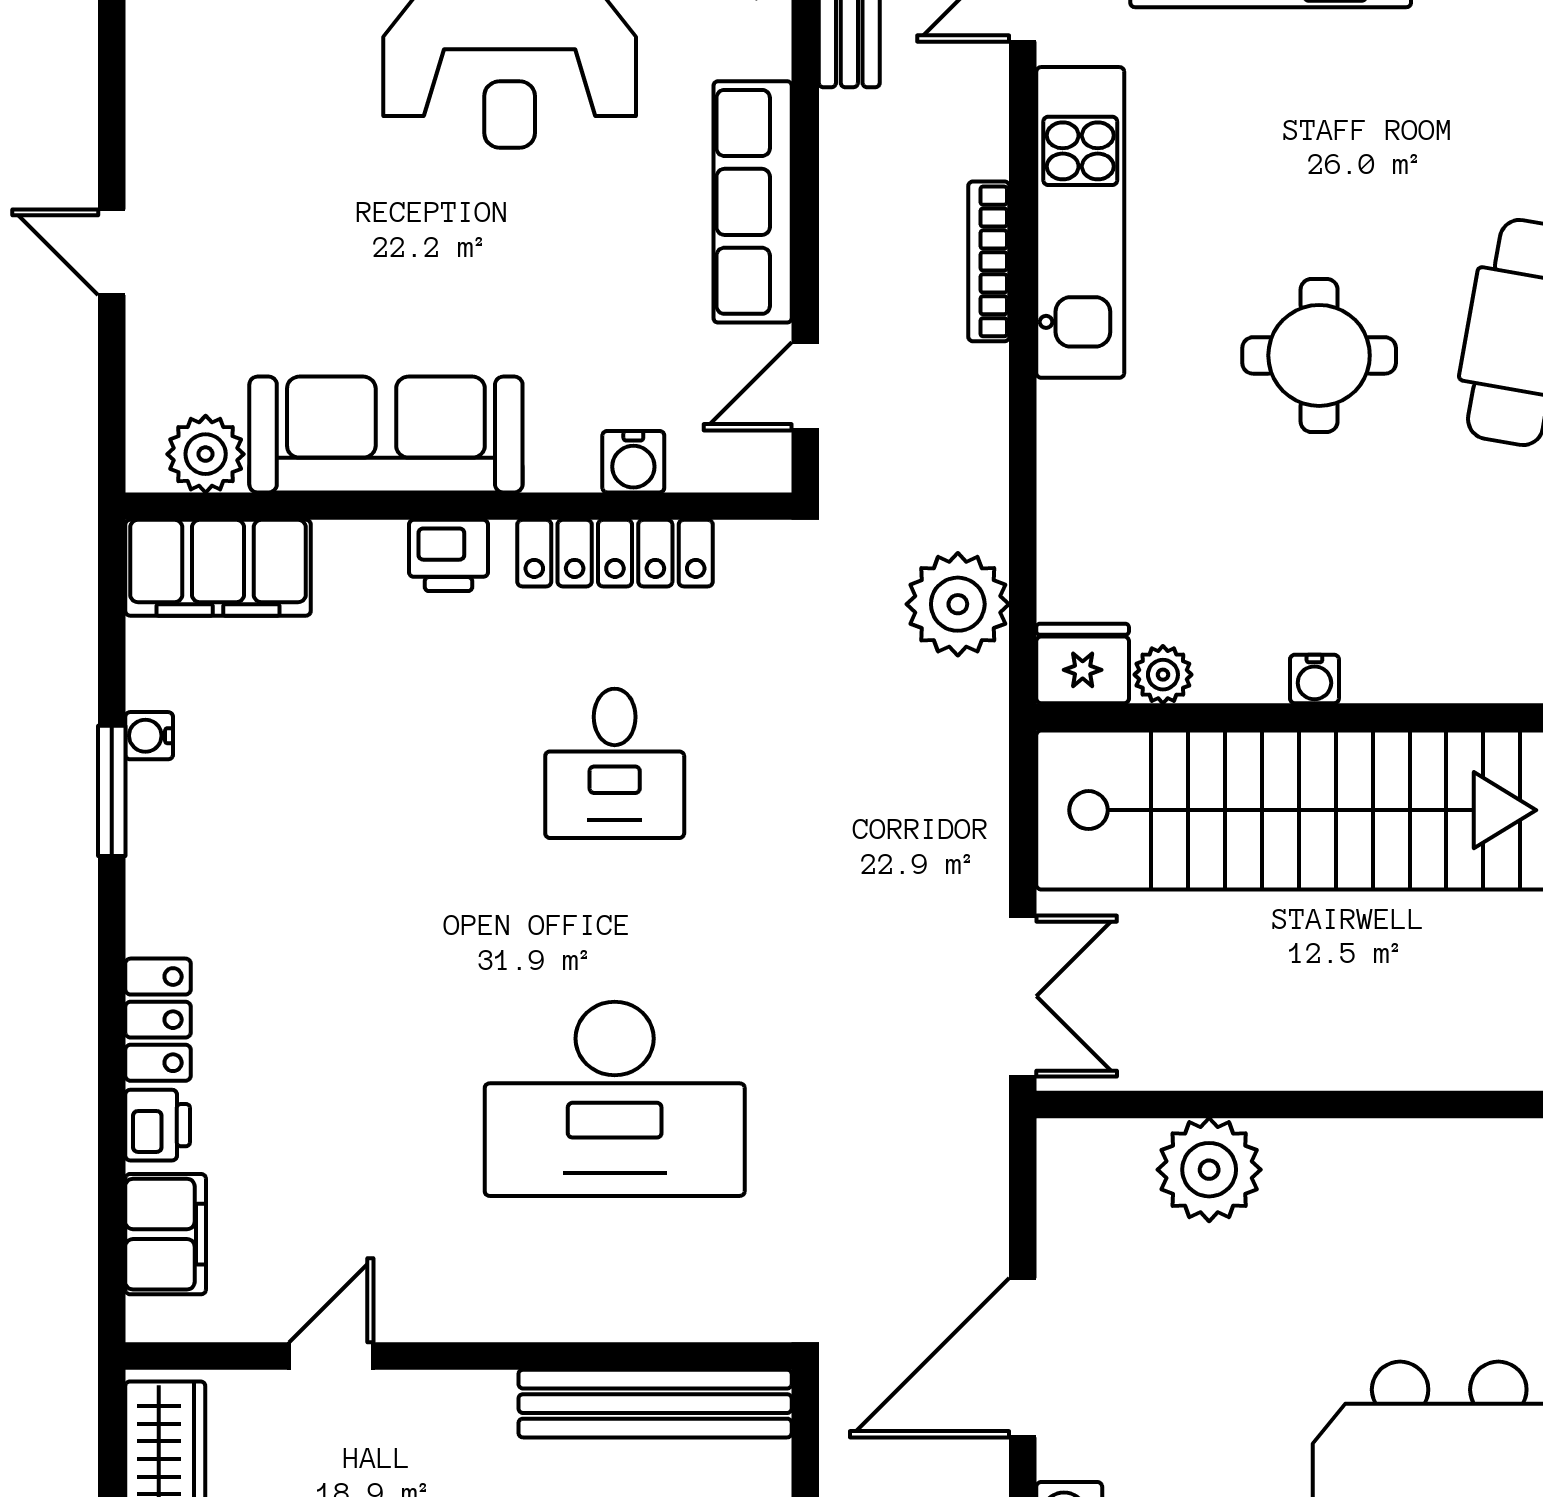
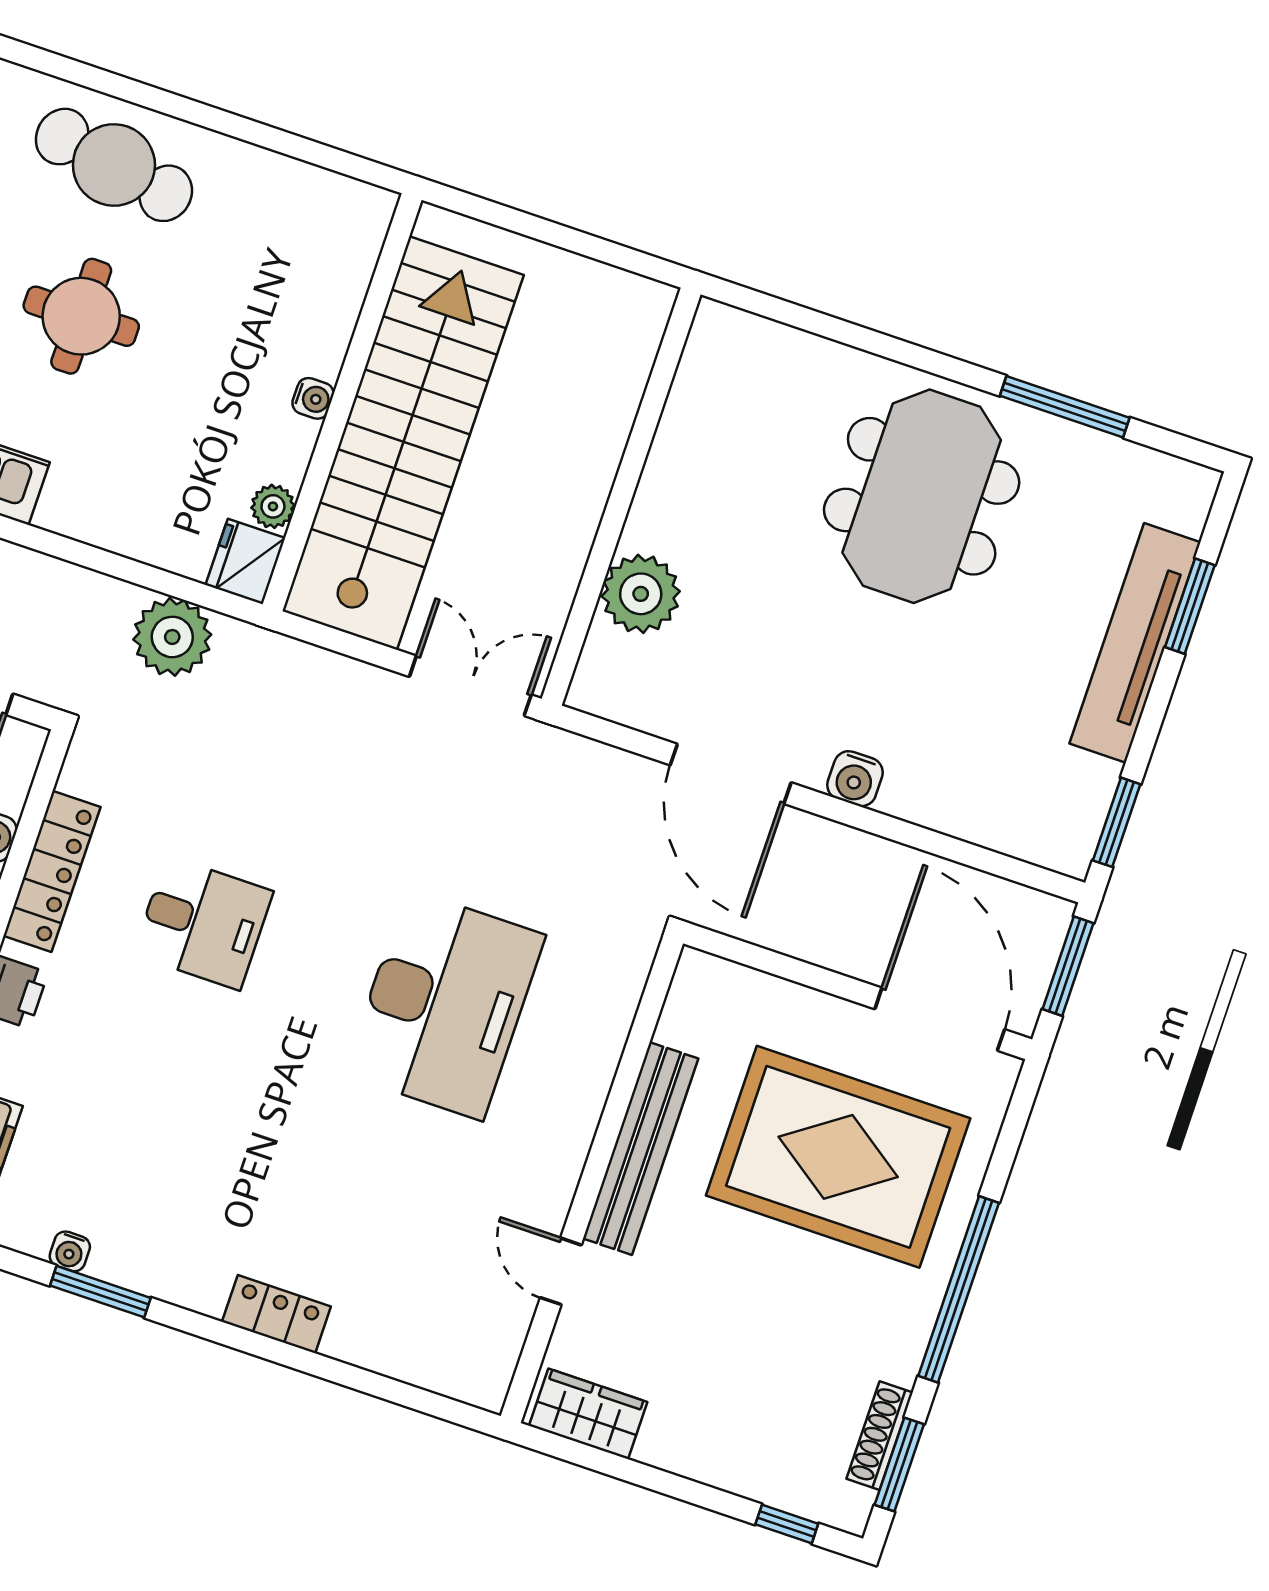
printer: (158, 1125) -> (352, 1340), removed
filing cabinet: (166, 1234) -> (433, 1361), removed
bench: (655, 1404) -> (641, 1149), moved

